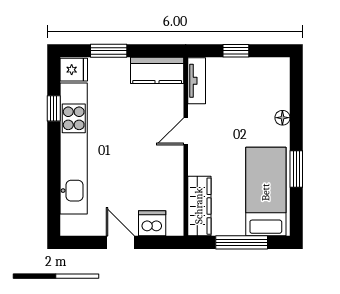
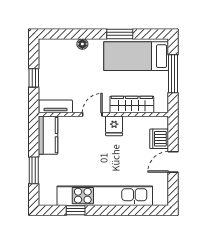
fridge: (74, 70) -> (114, 126), moved, turned 180
door: (186, 131) -> (92, 114), swing flipped
wardrobe: (199, 206) -> (132, 104), moved

